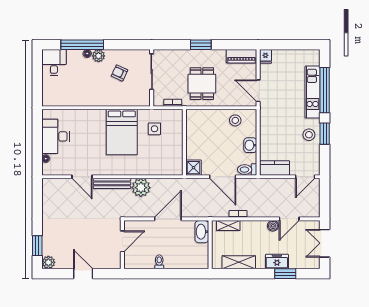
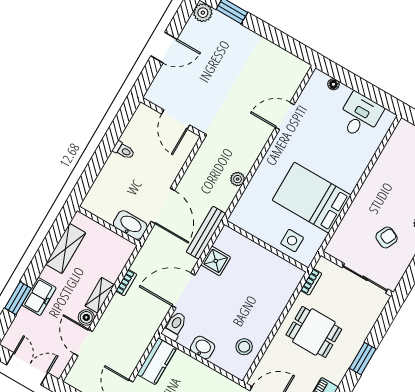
desk: (56, 136) -> (360, 116), width x0.73
wall: (184, 142) -> (266, 246), moved
bench: (112, 183) -> (206, 233), moved
plant: (141, 188) -> (238, 179), width x0.53, depth x0.53
door: (168, 219) -> (163, 206), moved
shelving: (228, 226) -> (100, 295), moved

